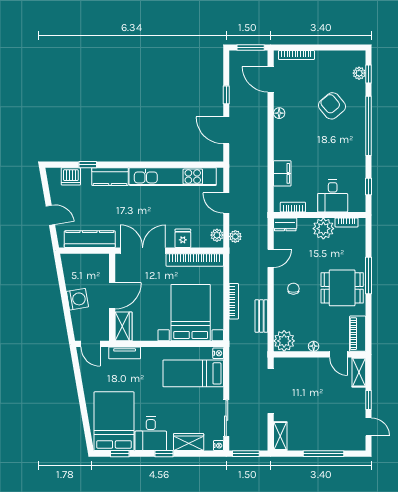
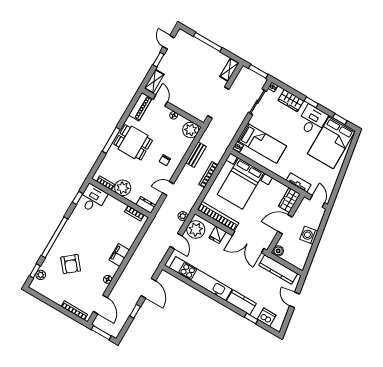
filing cabinet: (282, 173) -> (119, 255), moved
desk: (333, 196) -> (93, 199), moved
plant: (217, 235) -> (196, 230), width x1.88, depth x1.88
boiler: (102, 260) -> (278, 251), added

